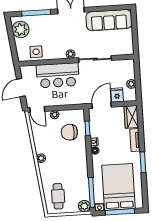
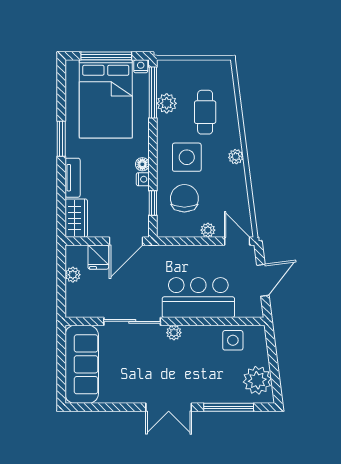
sofa: (109, 20) -> (82, 364), moved, turned 90
chair: (69, 132) -> (184, 198), turned -90
side table: (69, 156) -> (187, 157), added
cafe table: (58, 196) -> (205, 112), moved
plant: (84, 206) -> (167, 103), moved

